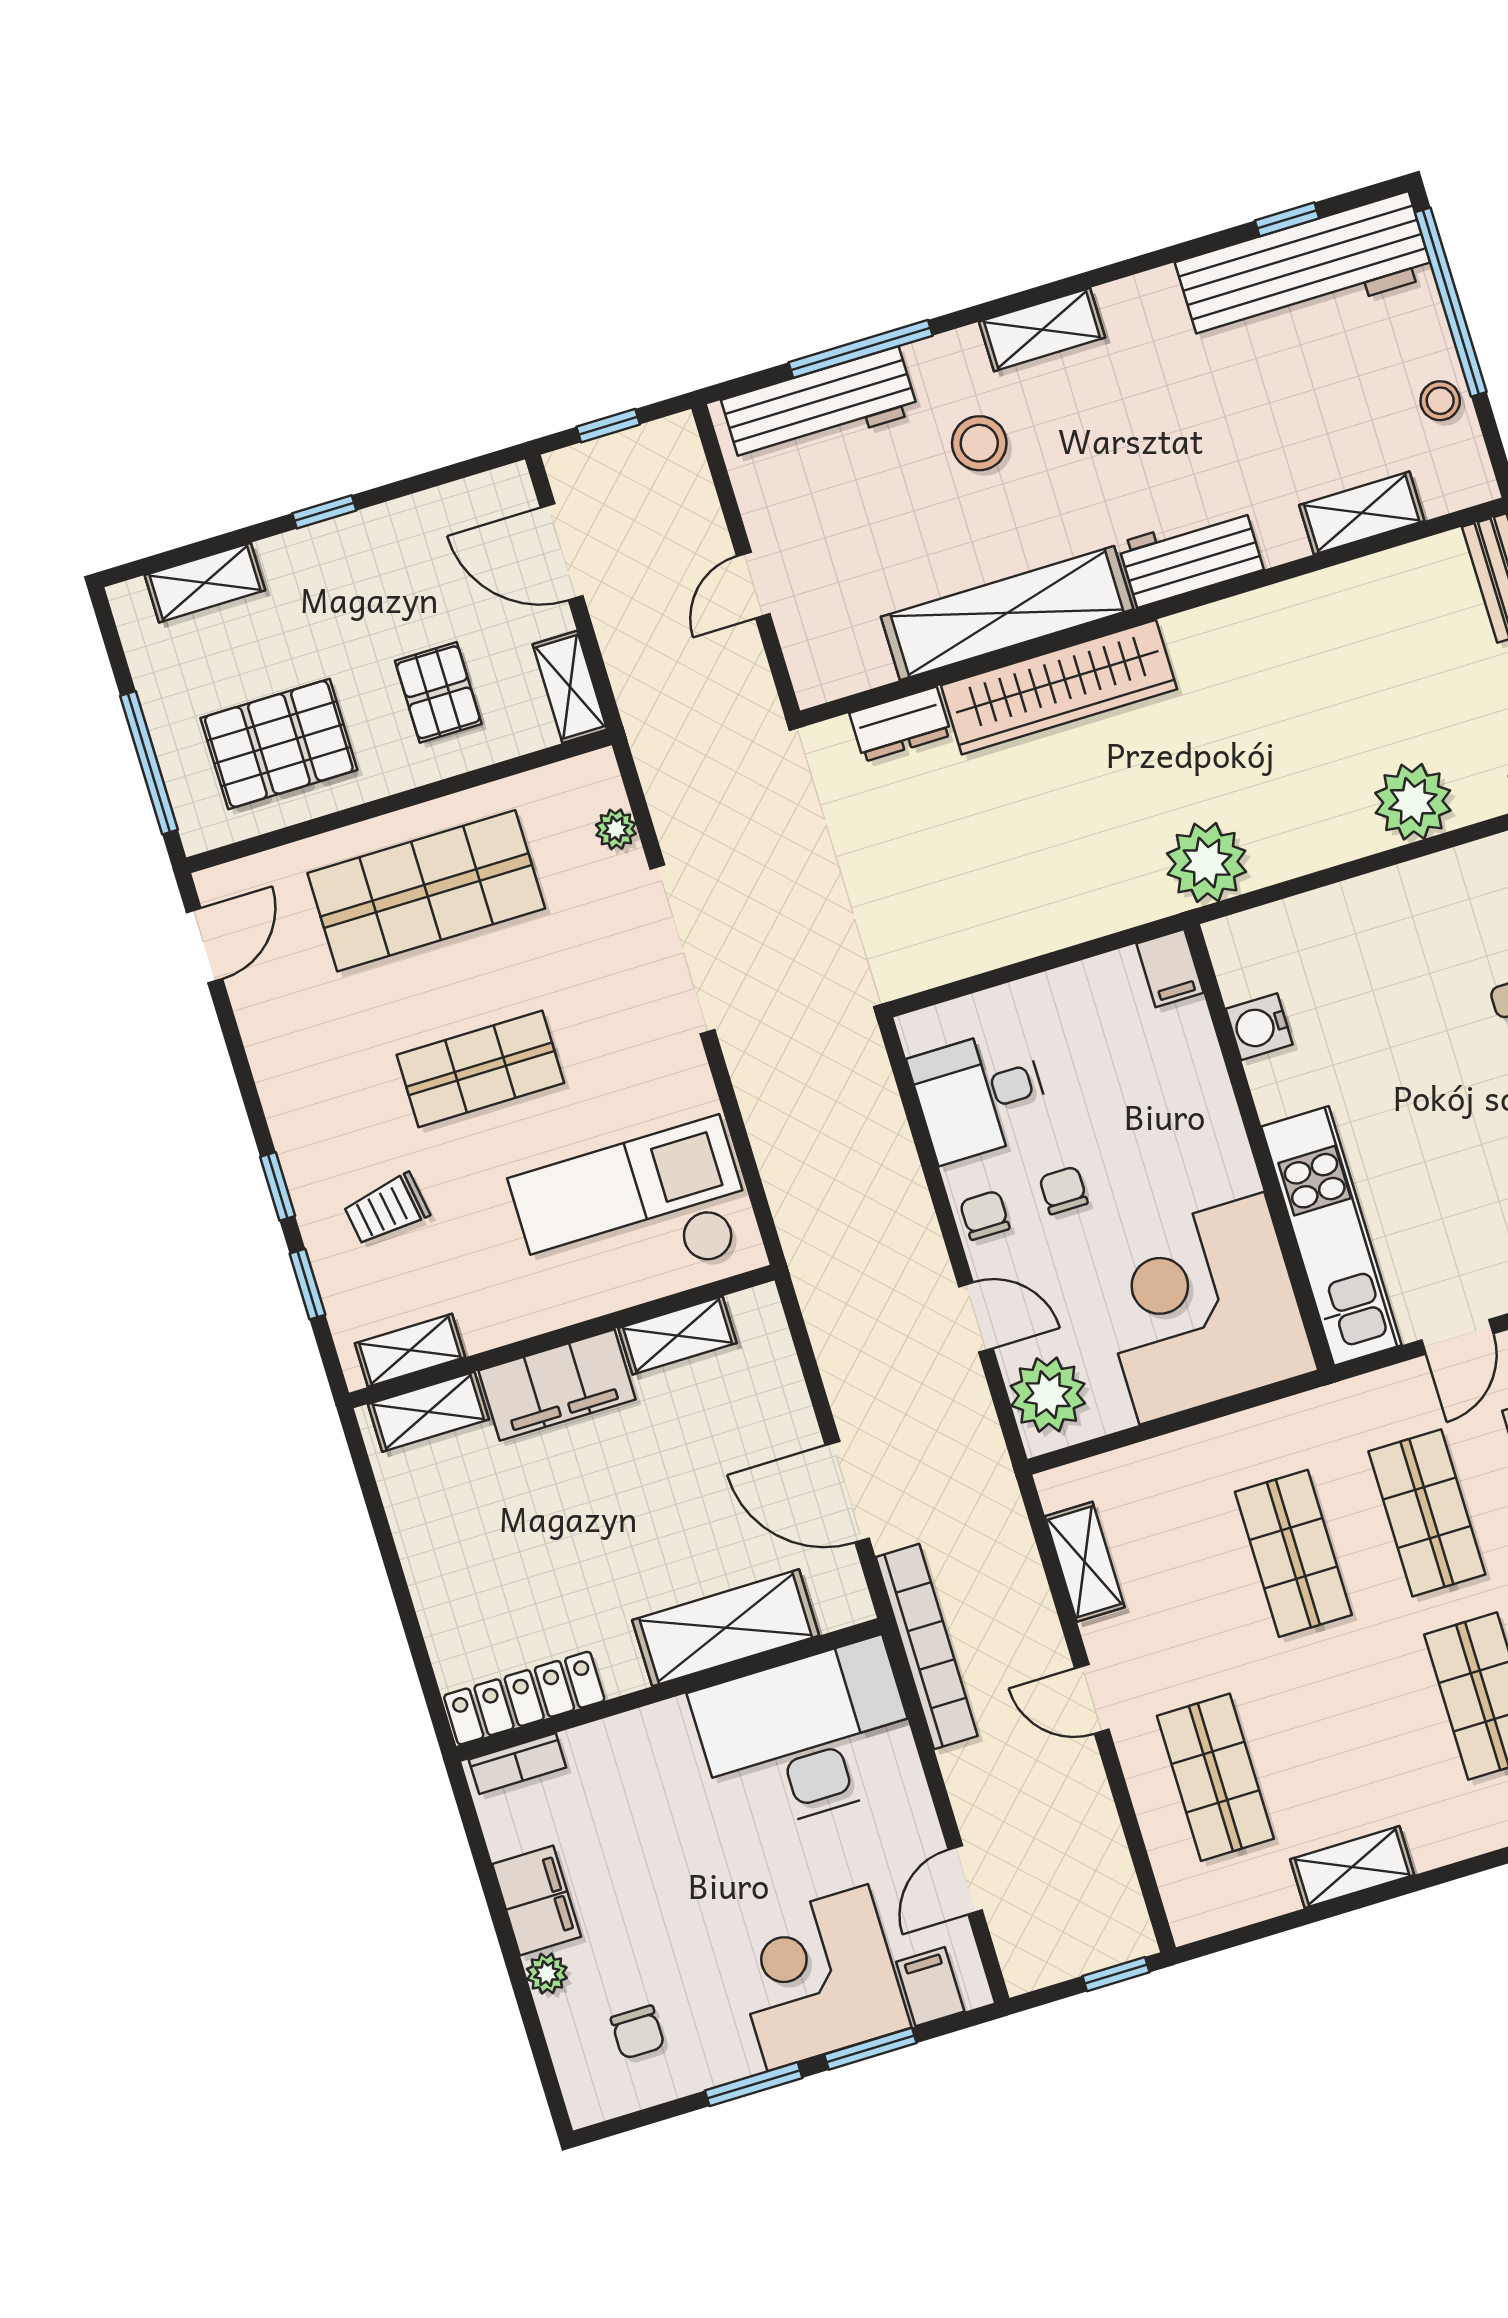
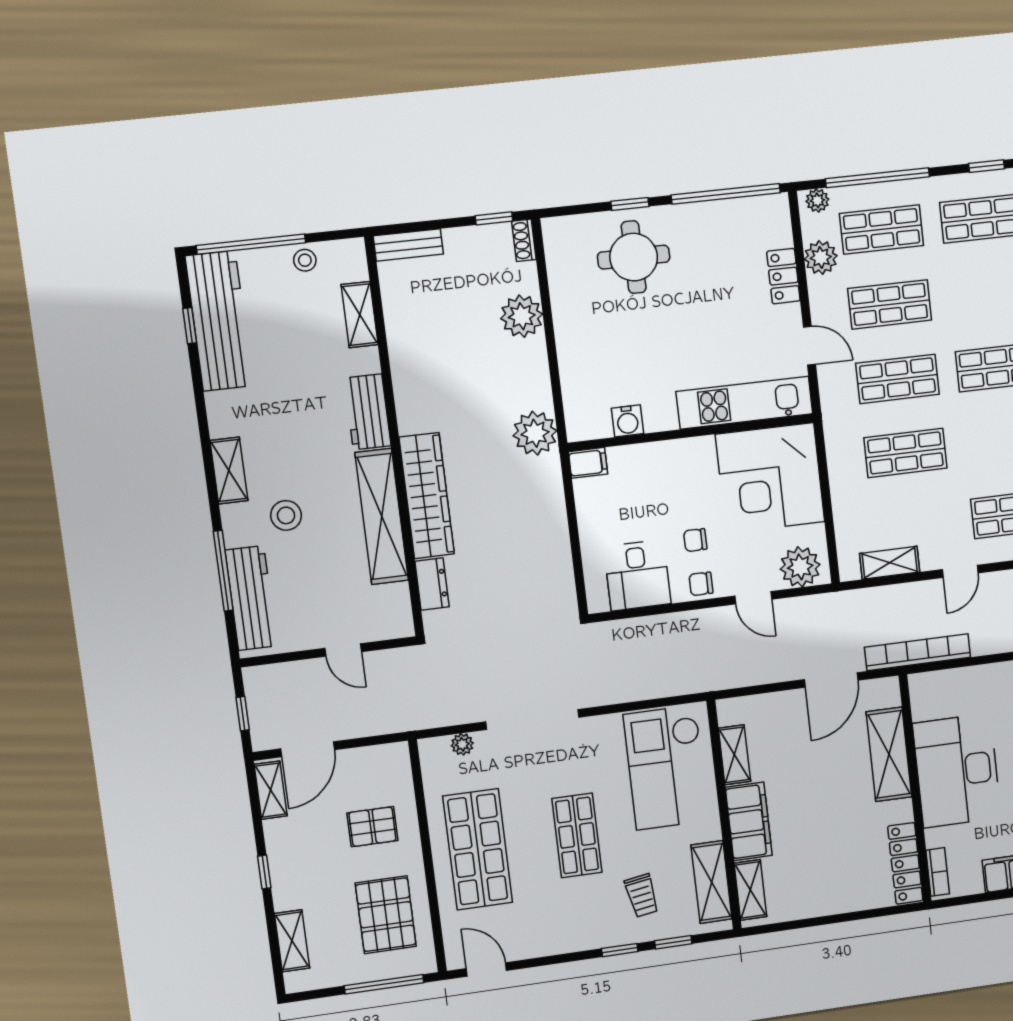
shelving: (570, 687) -> (271, 790), moved, turned 90
door: (976, 1317) -> (753, 598), swing flipped
shelving: (410, 1350) -> (712, 882), width x1.50, depth x1.33
desk: (806, 1737) -> (957, 771), moved

